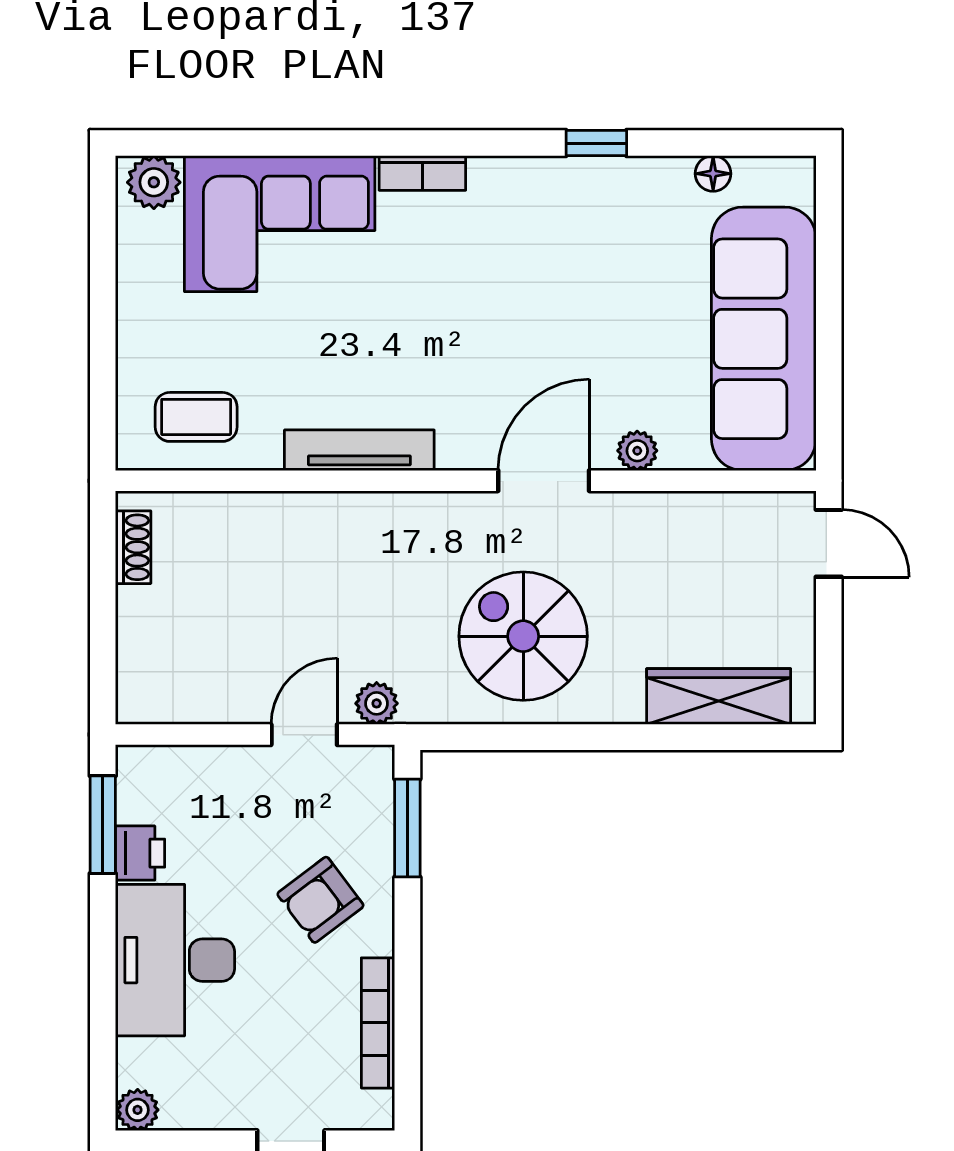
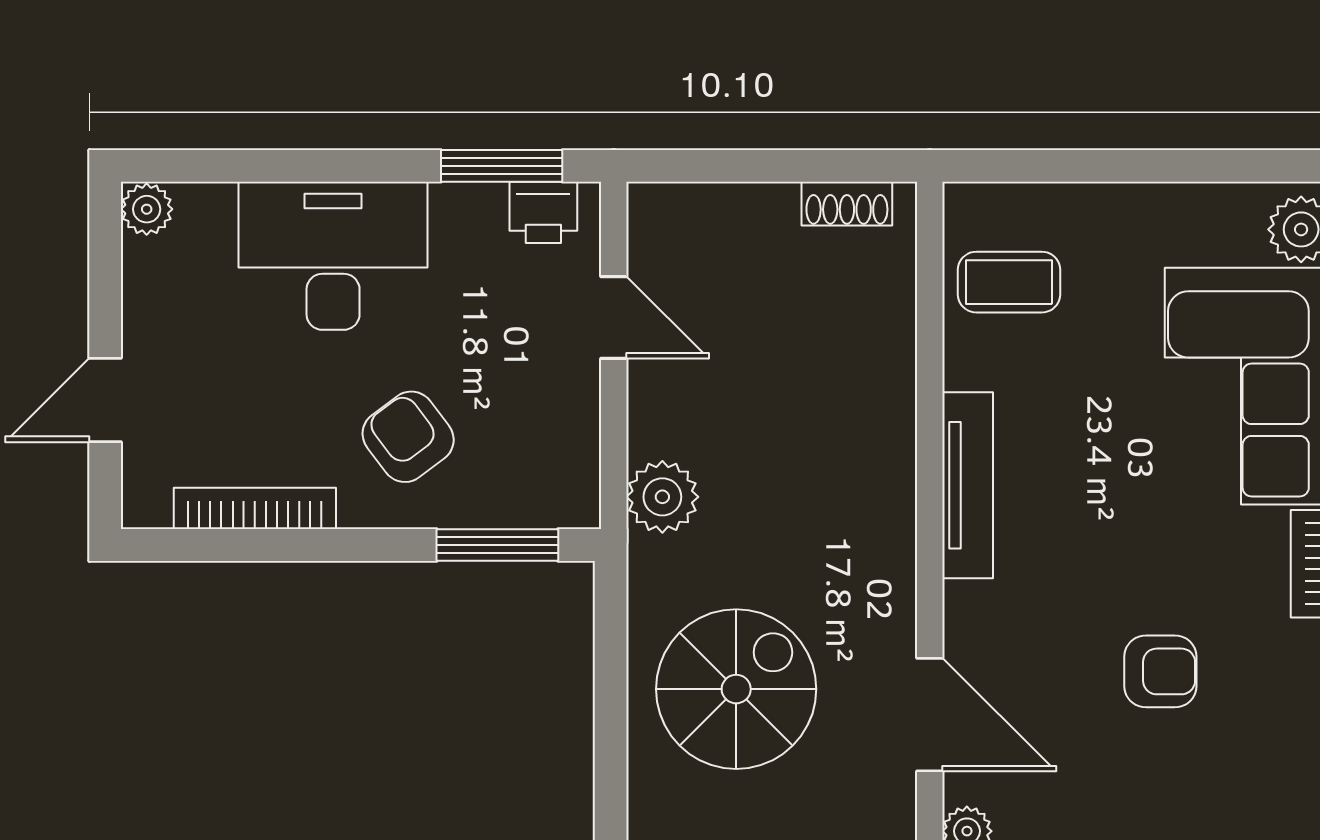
armchair: (509, 295) -> (1160, 671), added
coffee table: (196, 417) -> (1009, 282), turned 90
plant: (377, 703) -> (662, 497), width x1.38, depth x1.38
door: (304, 735) -> (614, 317), moved
printer: (140, 853) -> (543, 212), moved

